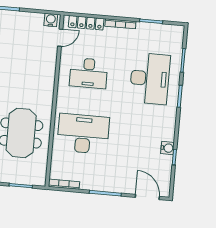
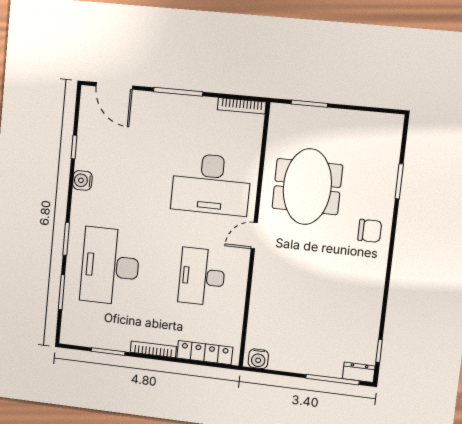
door: (60, 38) -> (254, 236), moved
desk: (89, 73) -> (202, 277), turned -90
water cooler: (167, 148) -> (82, 180), moved

